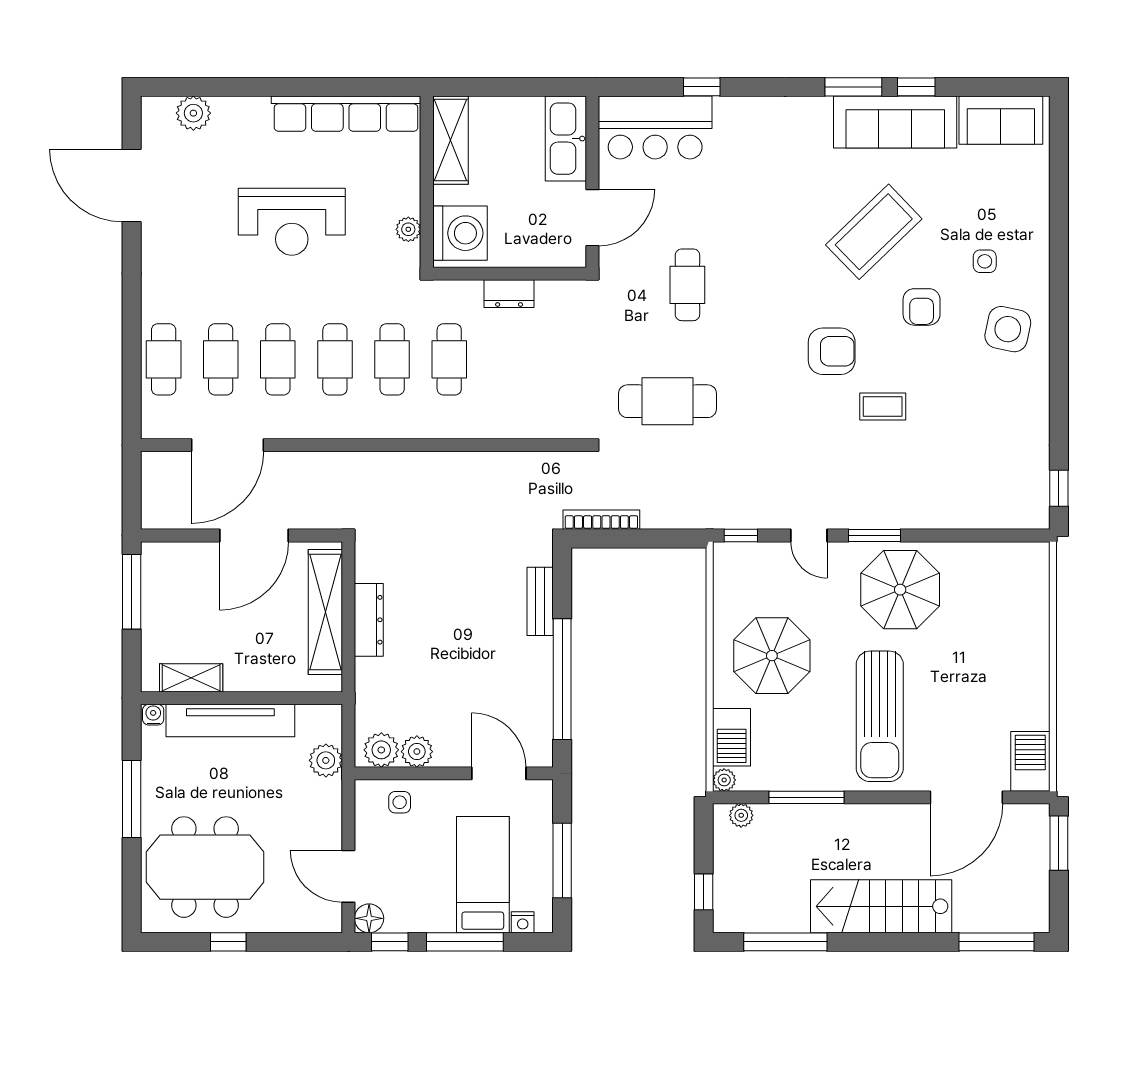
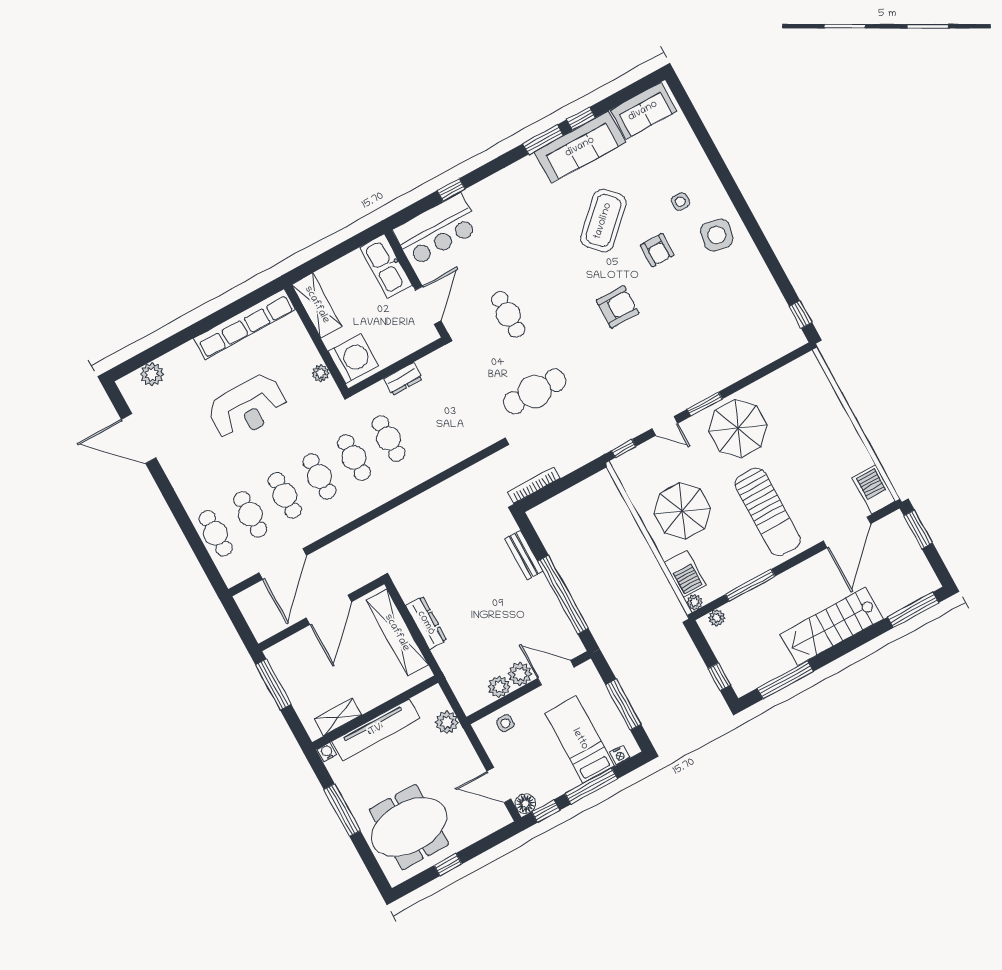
coffee table: (883, 406) -> (667, 323), removed
plant: (381, 750) -> (520, 674), moved

